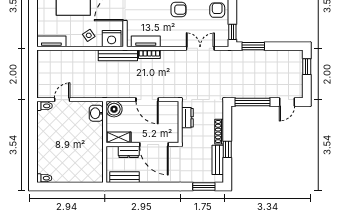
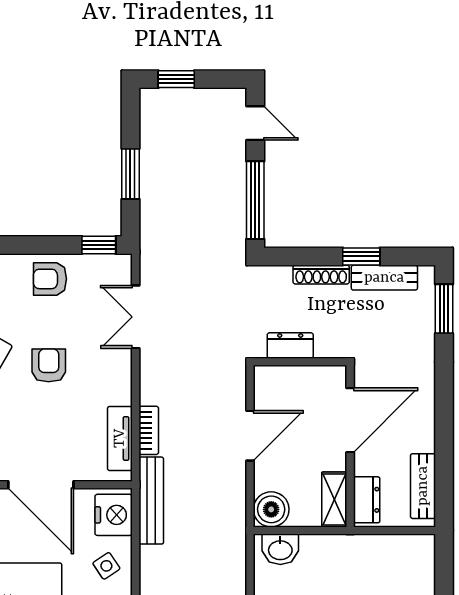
window: (253, 46) -> (130, 174), moved
dresser: (129, 152) -> (367, 500), moved

